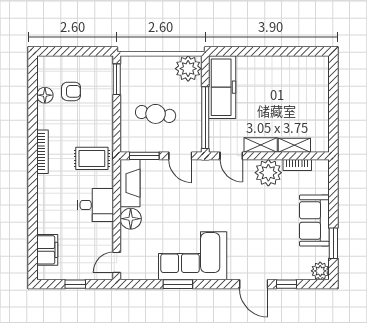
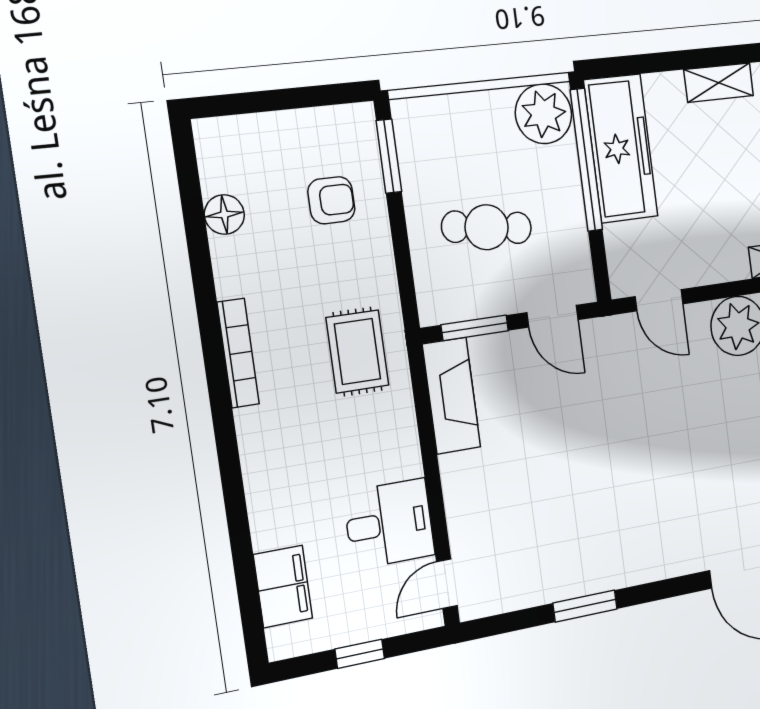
armchair: (71, 91) -> (331, 200), moved
window: (205, 118) -> (586, 160), moved
shelving: (261, 145) -> (719, 83), moved
rug: (92, 158) -> (357, 352), turned 90
desk: (95, 205) -> (389, 524), moved
floor lamp: (131, 219) -> (464, 478), removed
corner sofa: (193, 256) -> (608, 536), removed

